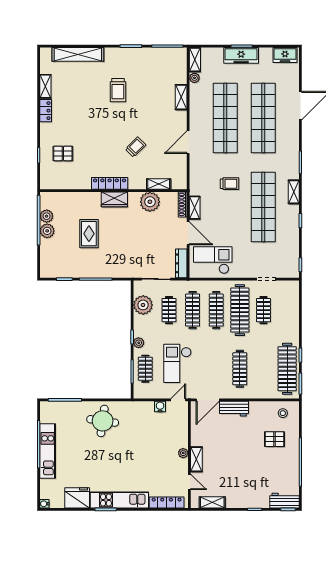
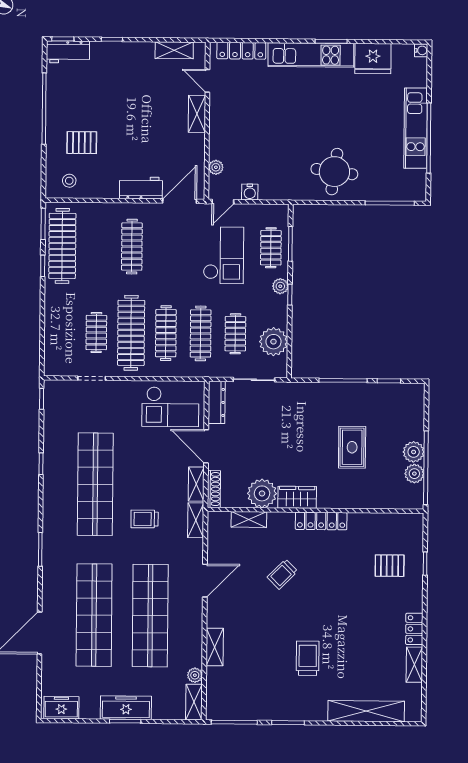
shelving: (294, 192) -> (196, 520), moved
wardrobe: (114, 199) -> (297, 497), moved
plant: (183, 453) -> (216, 167), moved

